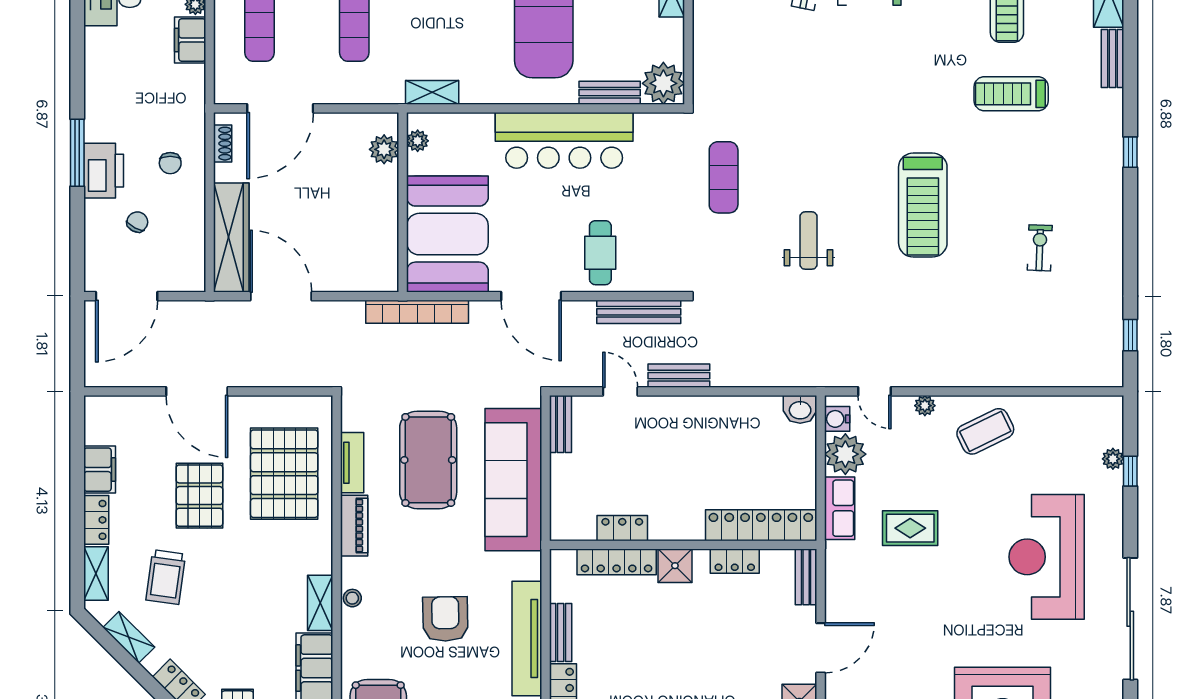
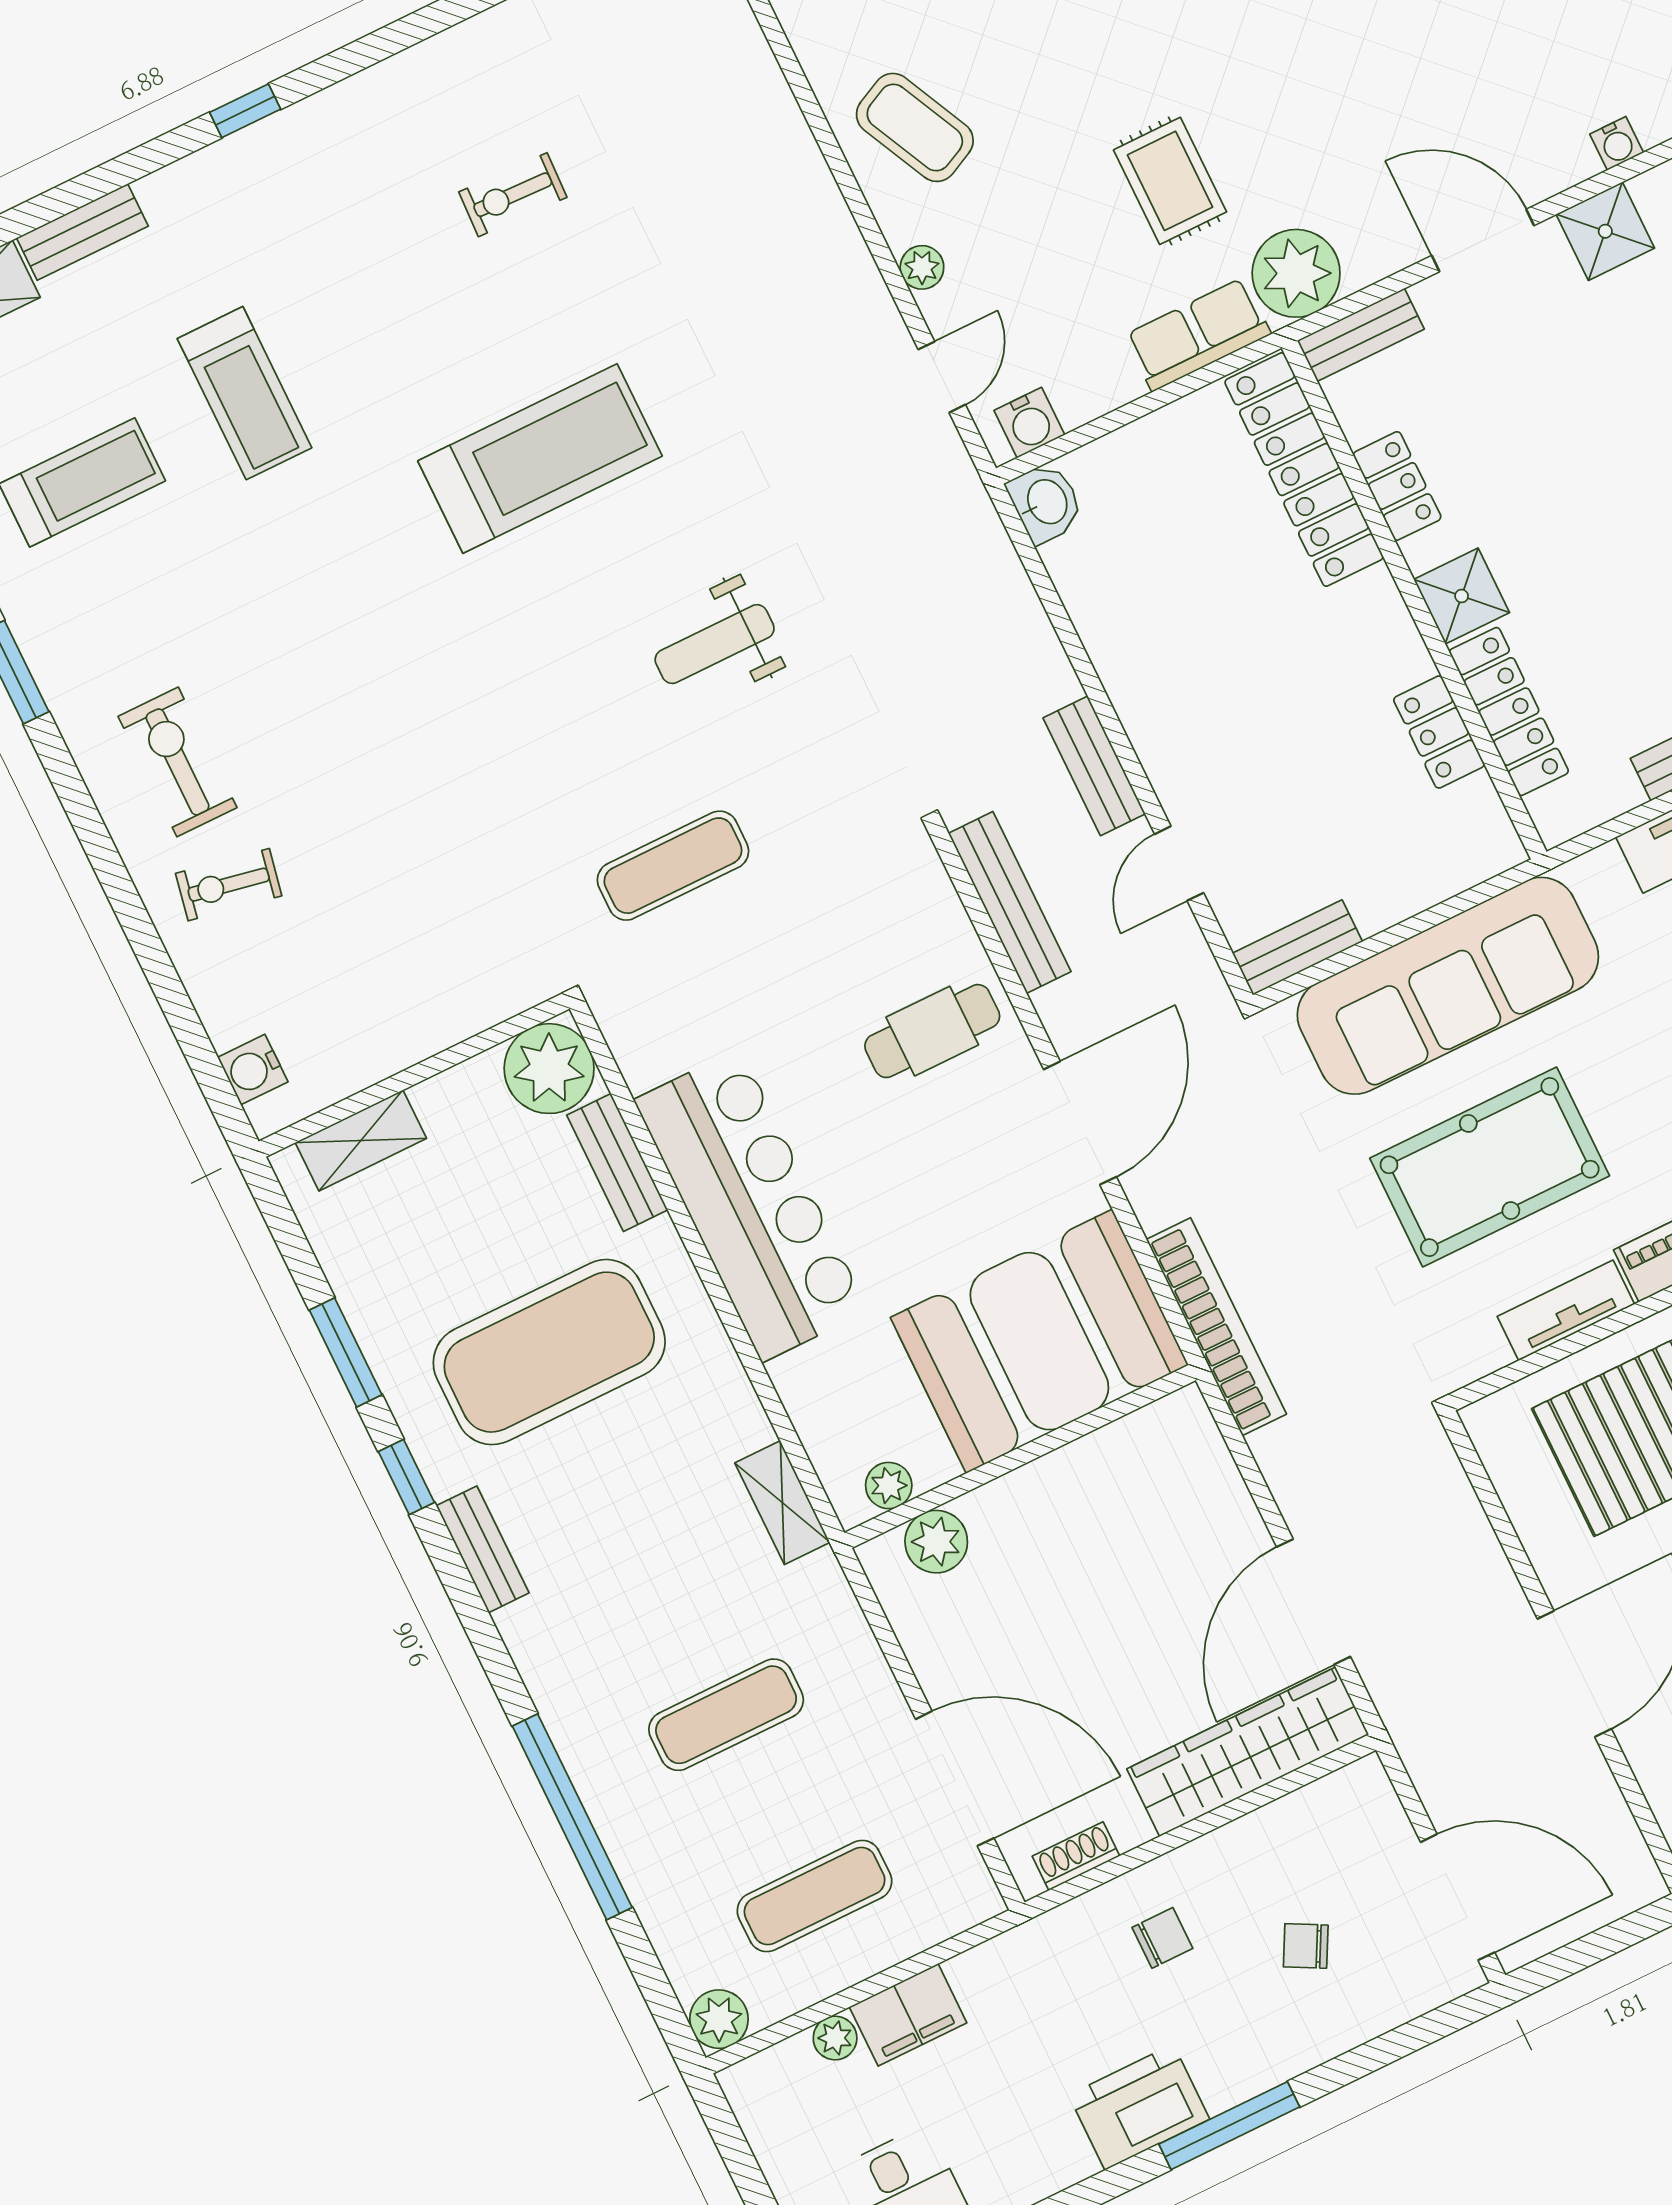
printer: (104, 171) -> (1139, 2107), moved
plant: (845, 454) -> (1296, 273), moved

